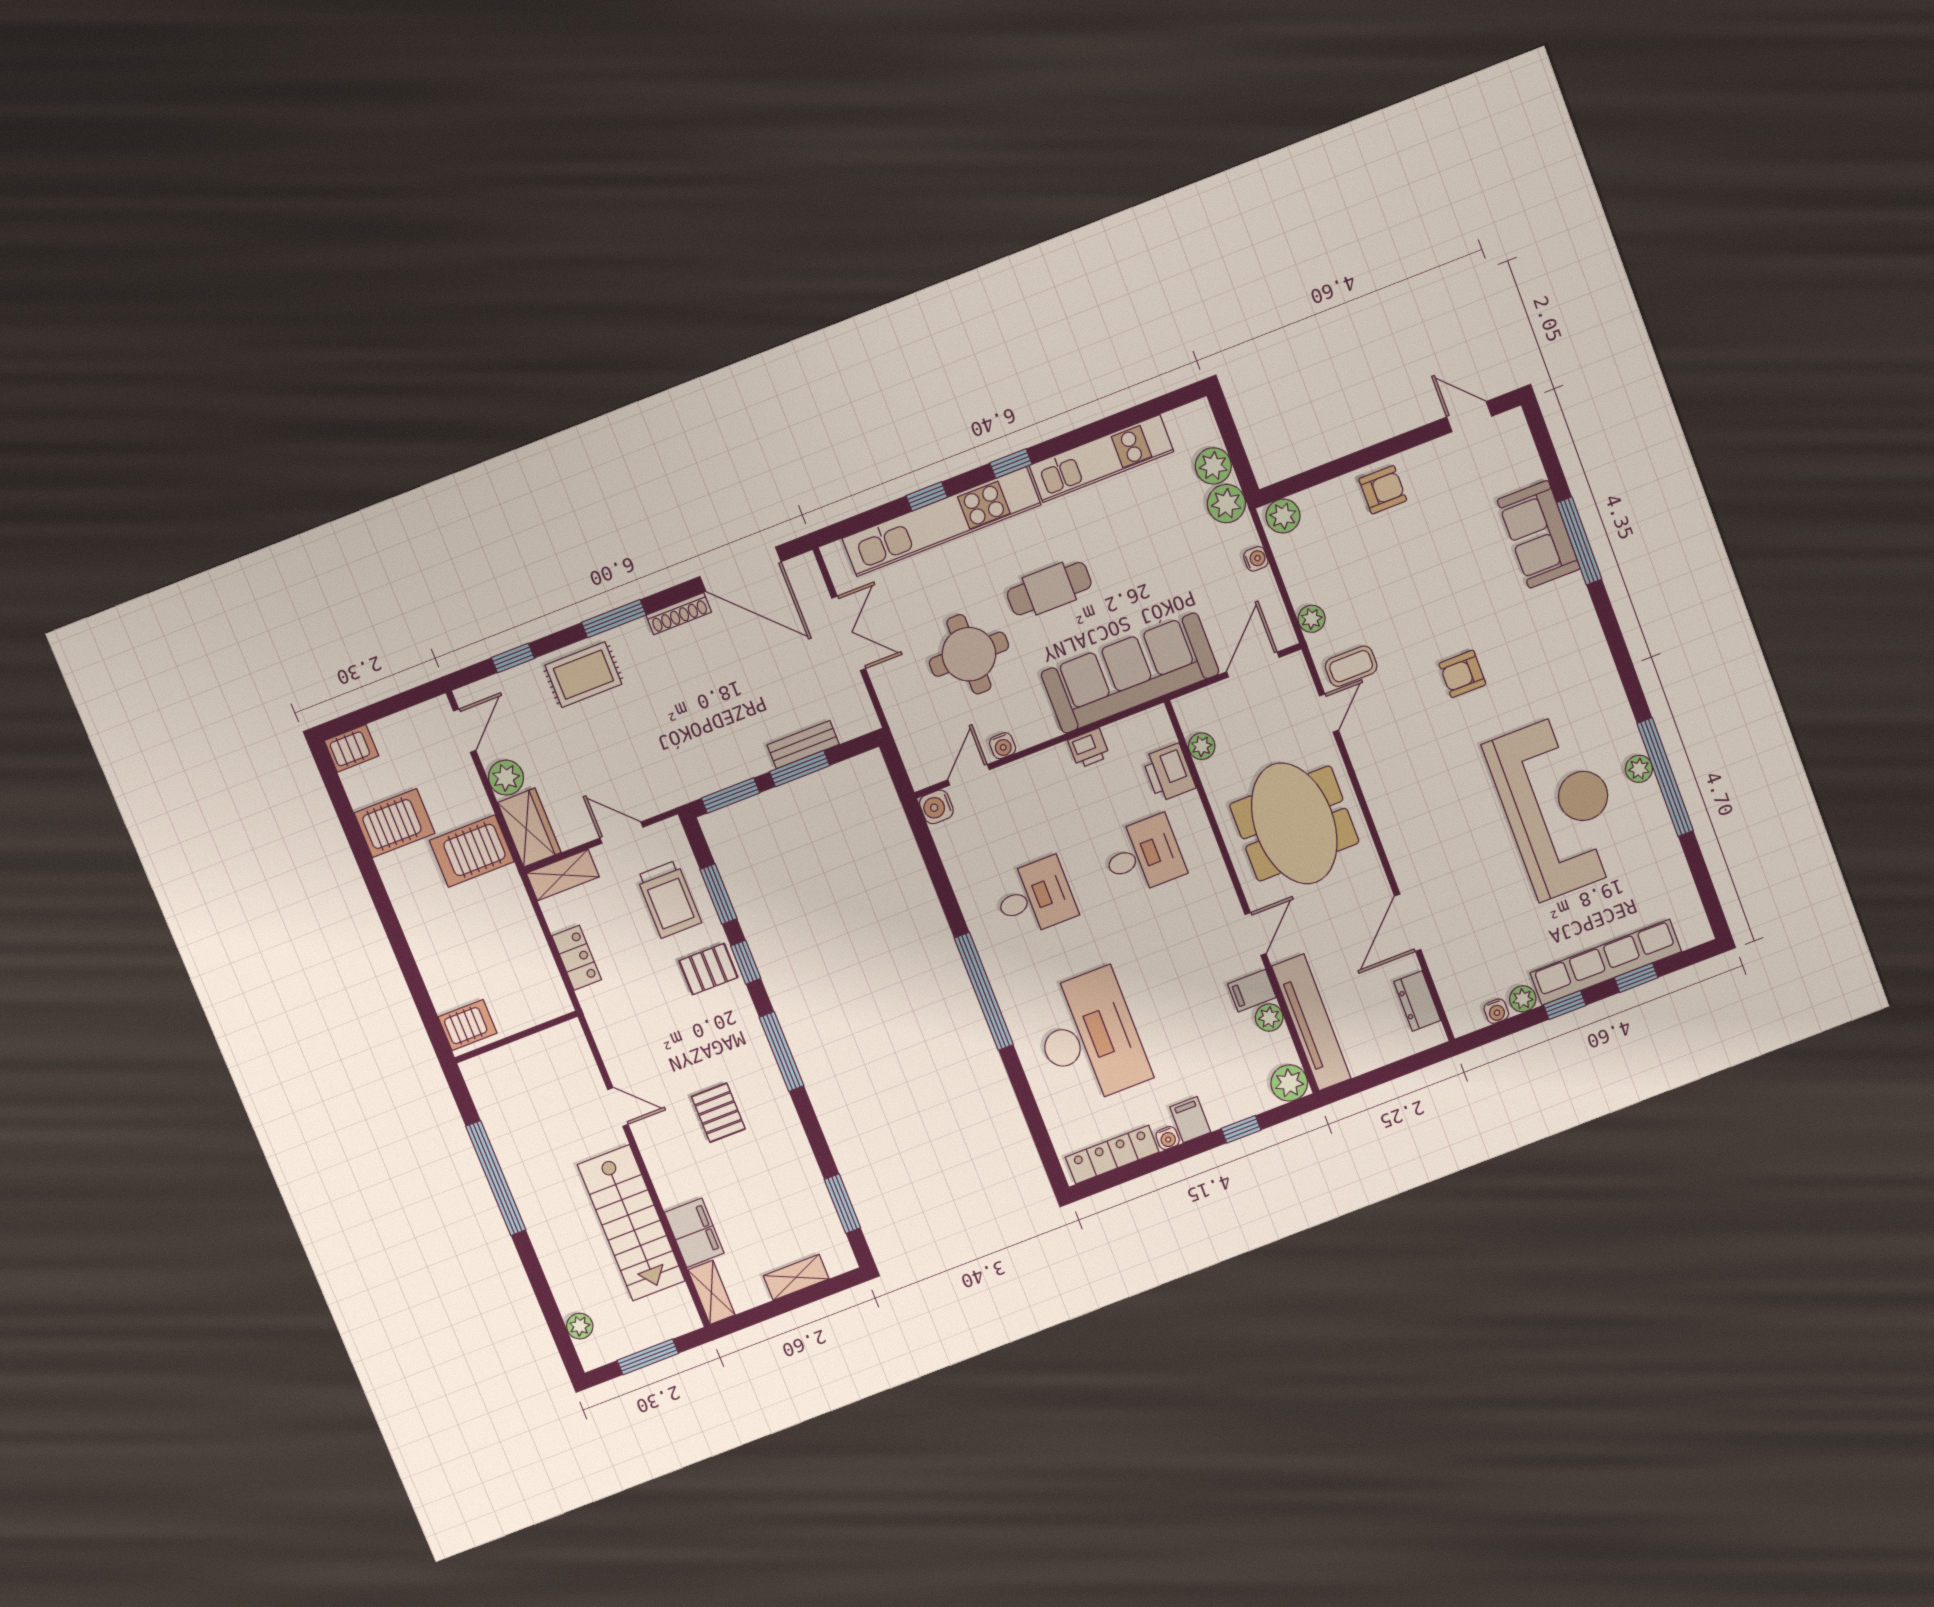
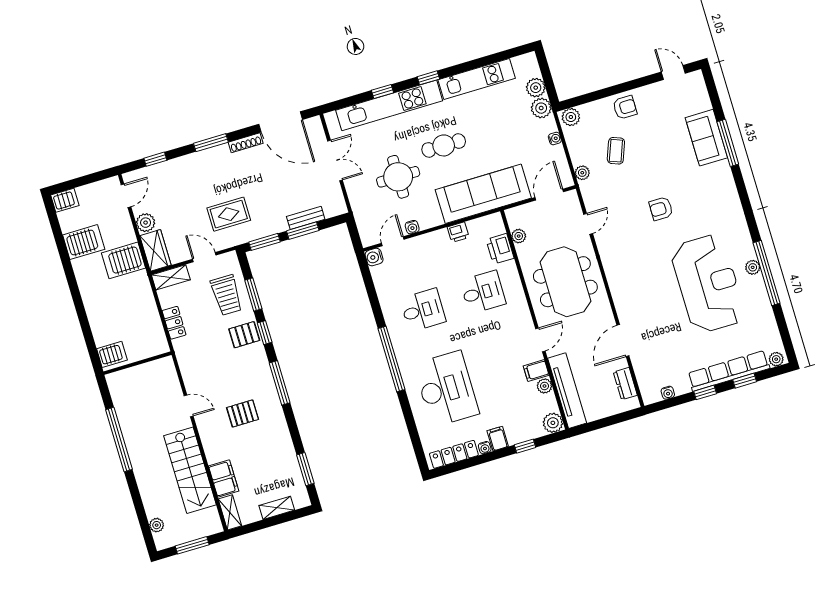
coffee table: (1351, 666) -> (616, 151), moved, turned -69
rug: (583, 675) -> (229, 214), moved
plant: (1523, 999) -> (776, 359), moved
pallet: (718, 1113) -> (243, 413), turned 90

